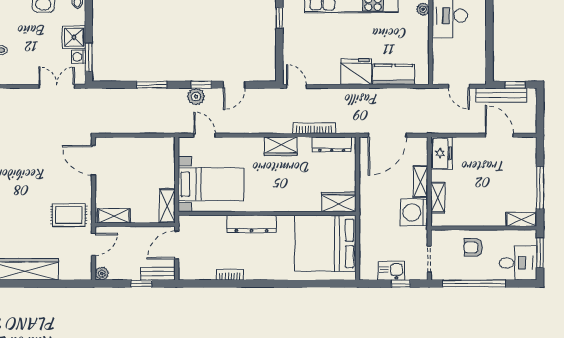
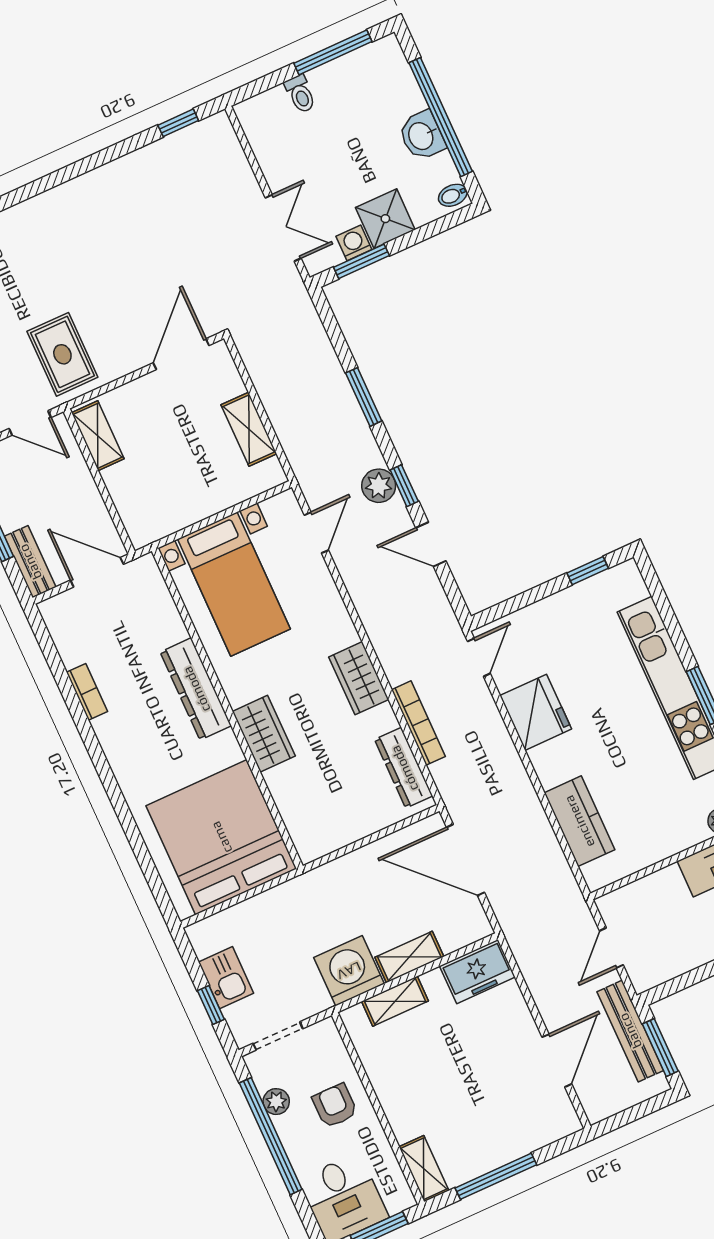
fridge: (356, 72) -> (536, 712), moved
window: (515, 85) -> (660, 1048), width x1.50
wardrobe: (339, 202) -> (264, 734), moved
shelving: (167, 206) -> (249, 429), moved, turned 90
plant: (459, 274) -> (276, 1102), added

